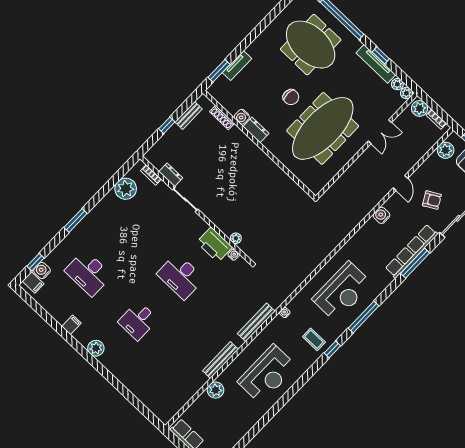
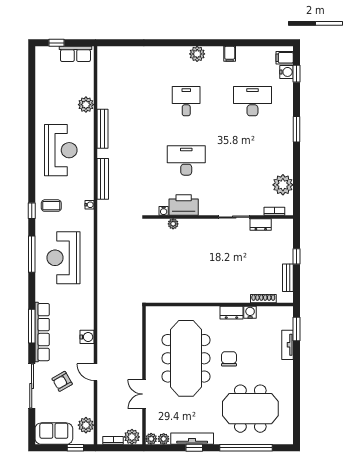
chair: (291, 97) -> (229, 359), turned 90
reception desk: (267, 374) -> (61, 150), turned 180

